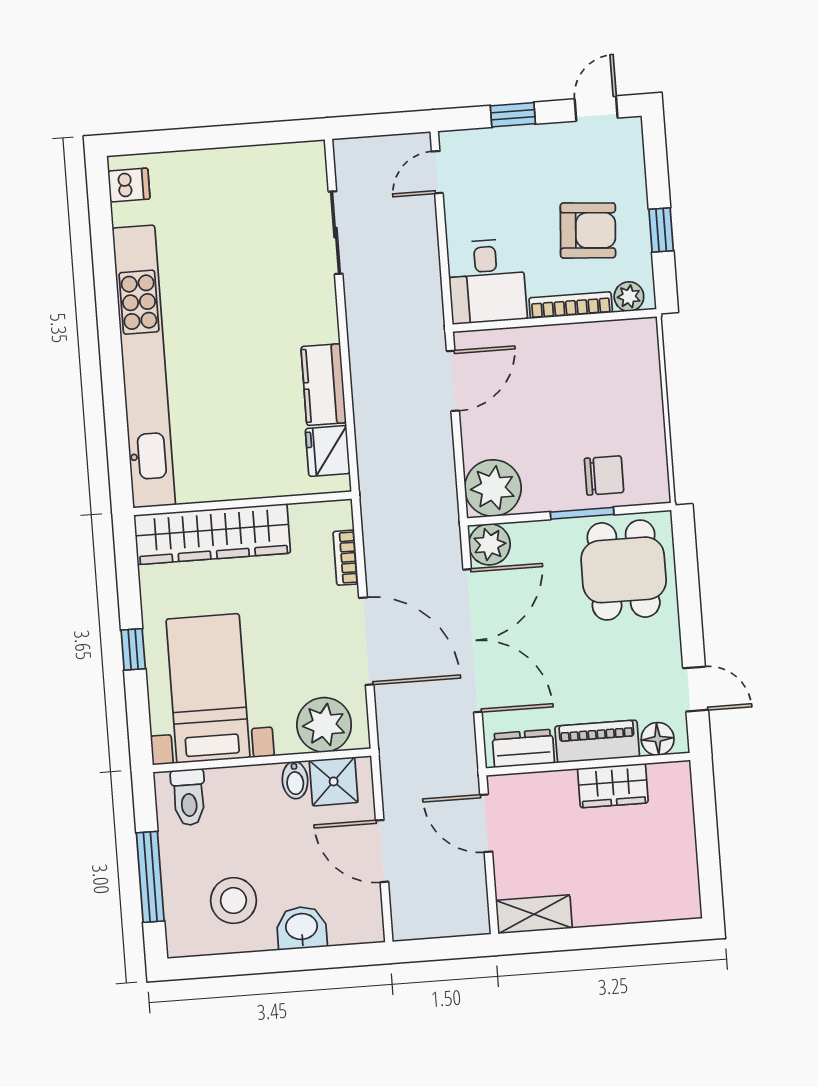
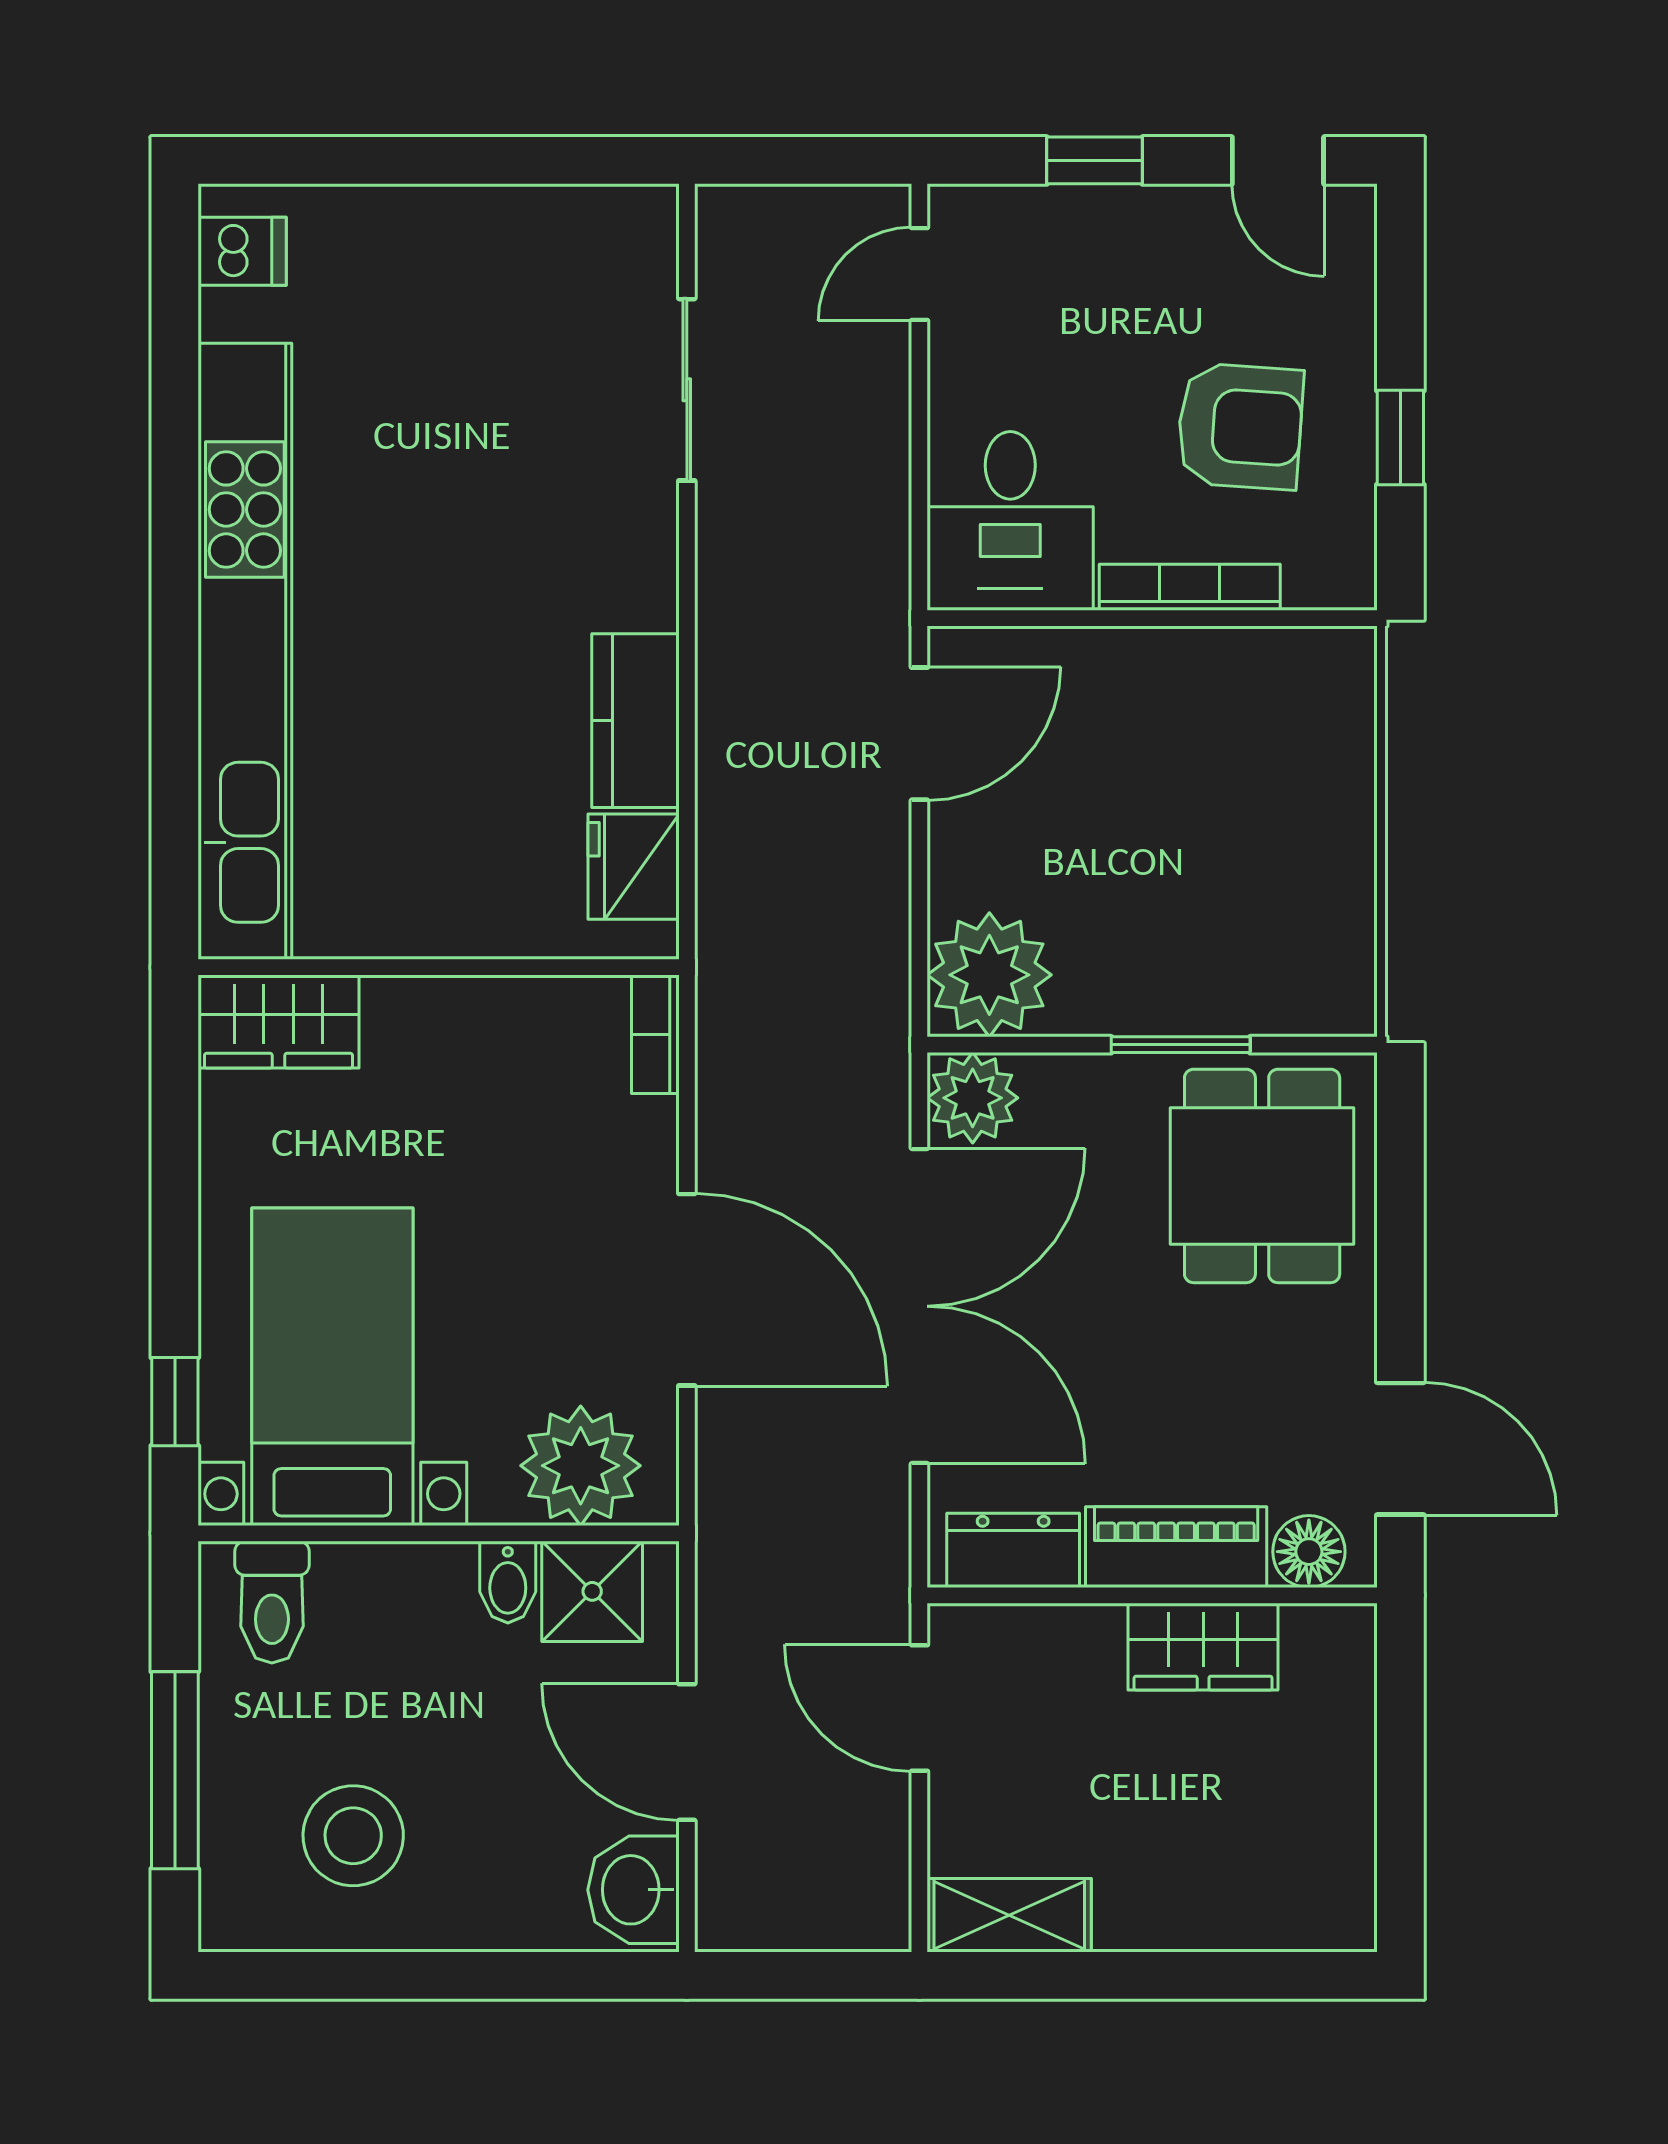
door: (596, 108) -> (1278, 160), swing flipped
plant: (629, 297) -> (1319, 578), removed
chair: (604, 475) -> (1235, 966), removed
wardrobe: (212, 534) -> (278, 1021), width x0.48, depth x0.85
bookcase: (346, 558) -> (655, 1034), moved
window: (133, 649) -> (175, 1402), moved
door: (696, 689) -> (1400, 1449), width x1.37
washbasin: (302, 928) -> (633, 1890), moved, turned -90

